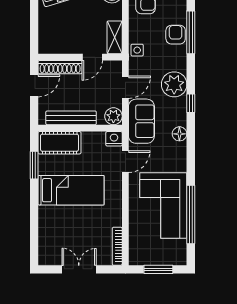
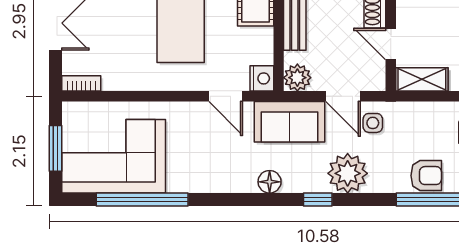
side table: (137, 50) -> (373, 123), moved
corner sofa: (163, 206) -> (114, 156), moved
bookcase: (117, 246) -> (81, 83), width x0.64

